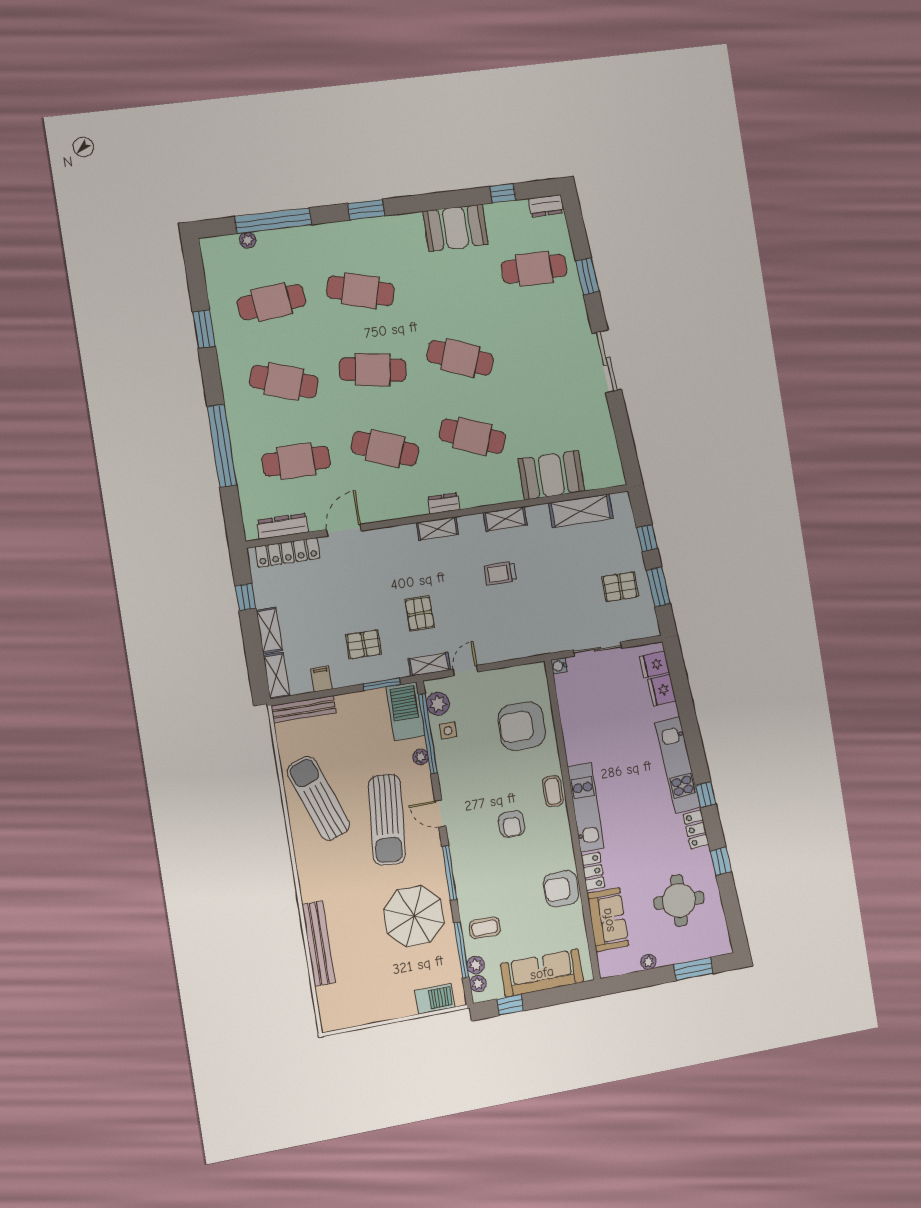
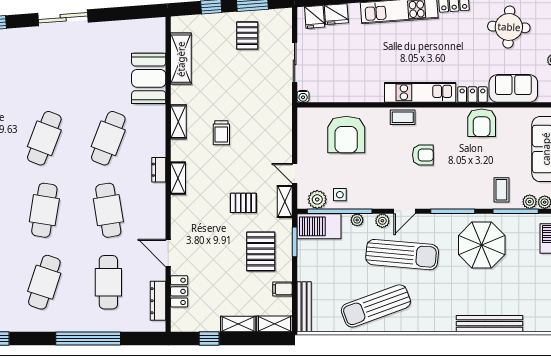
cafe table: (385, 449) -> (108, 210), turned -30
locker: (288, 552) -> (179, 291), width x0.66
pallet: (364, 644) -> (261, 251), width x1.50, depth x1.42
plant: (424, 788) -> (382, 221), added

